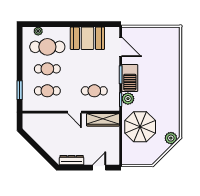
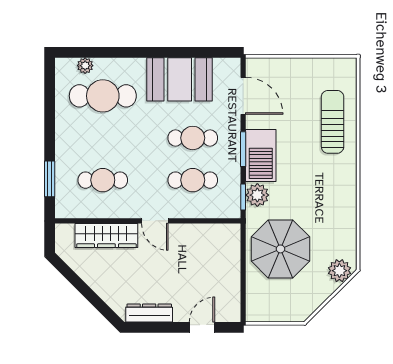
sun lounger: (167, 60) -> (333, 122), added
cafe table: (47, 69) -> (193, 138), moved
wardrobe: (103, 120) -> (106, 236), moved

